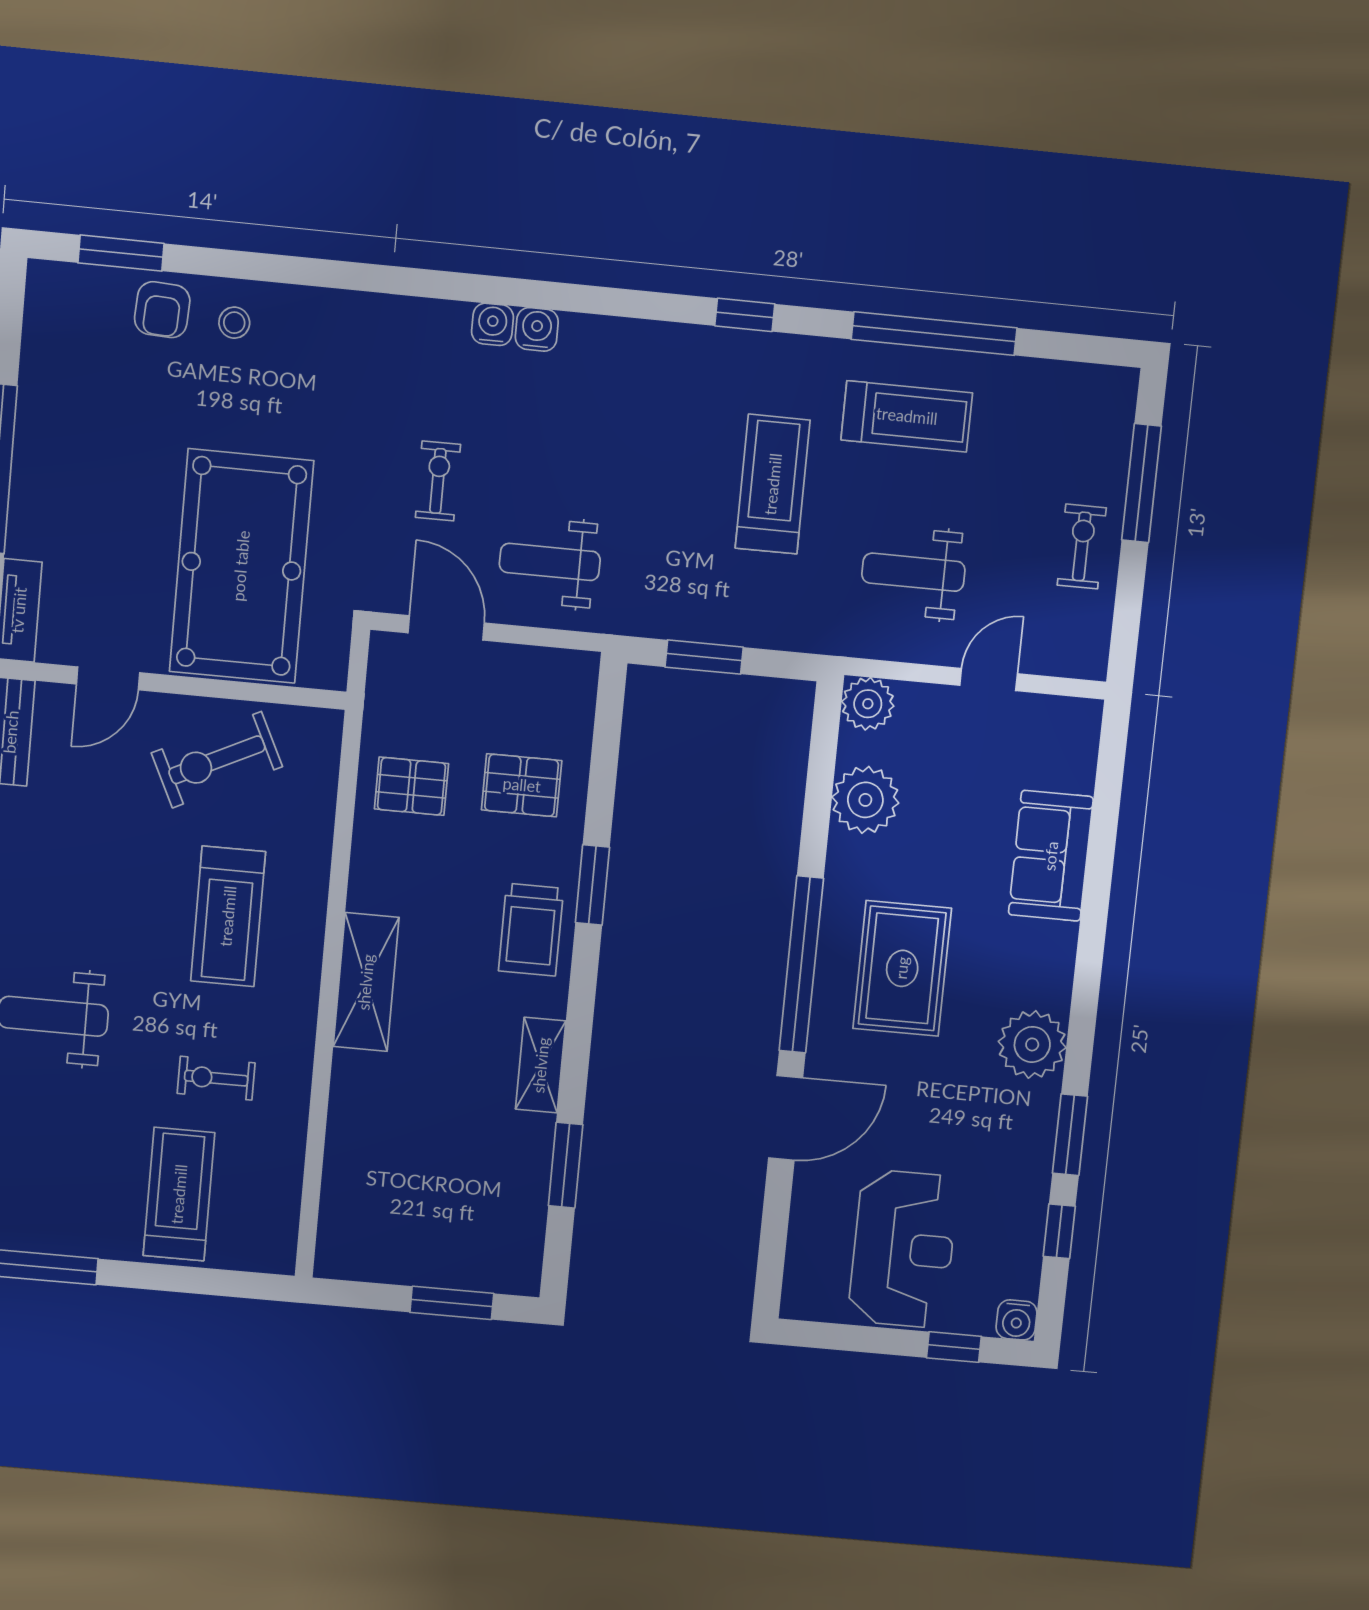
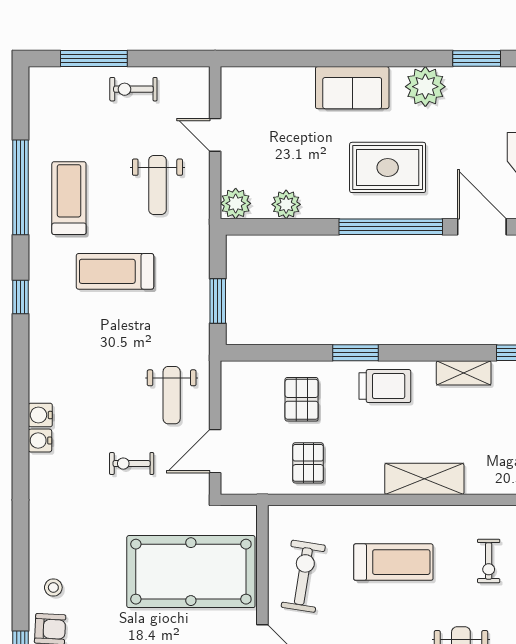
exercise bike: (217, 760) -> (303, 576), turned -145
plant: (865, 800) -> (286, 204), width x0.73, depth x0.73
sofa: (1051, 856) -> (352, 88), moved

